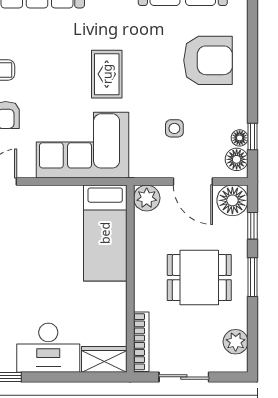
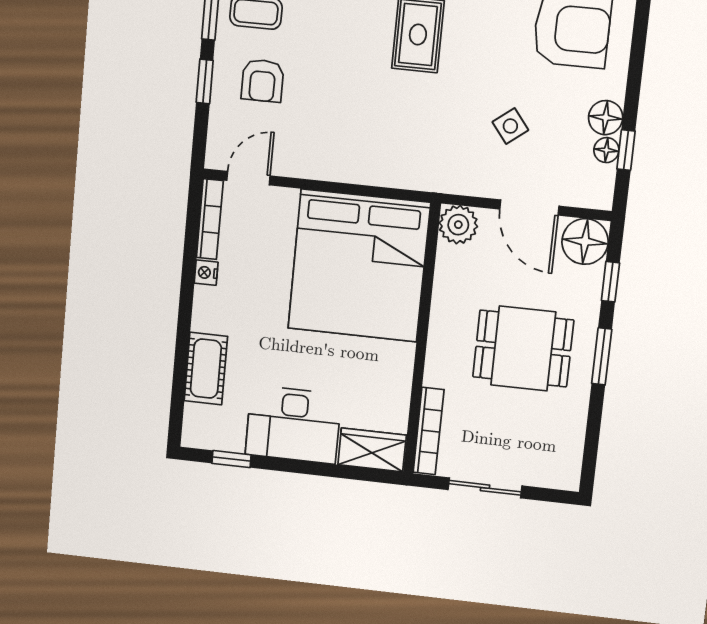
side table: (174, 128) -> (510, 126), turned -38
corner sofa: (83, 145) -> (372, 137), removed
floor lamp: (237, 159) -> (606, 118), moved
bed: (105, 233) -> (359, 266), width x2.04
plant: (236, 342) -> (566, 446), removed

